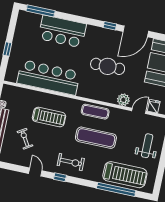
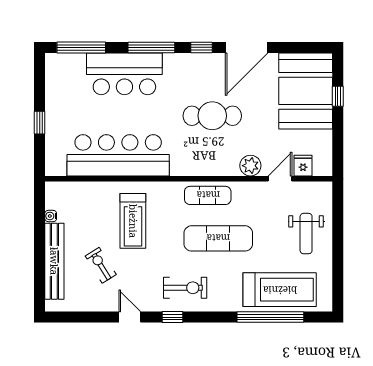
window: (81, 20) -> (151, 47), added
treadmill: (49, 117) -> (133, 221), turned 90
weight bench: (147, 146) -> (306, 234), turned 180

